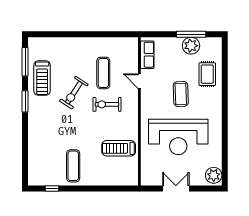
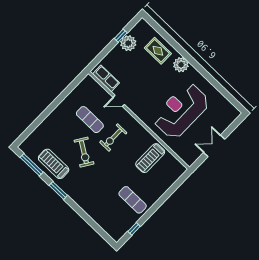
window: (191, 34) -> (121, 36), width x0.46
treadmill: (42, 78) -> (54, 164), turned 180
coffee table: (181, 94) -> (154, 81), removed
reception desk: (178, 137) -> (181, 111), turned 180
plant: (214, 175) -> (181, 65), moved

